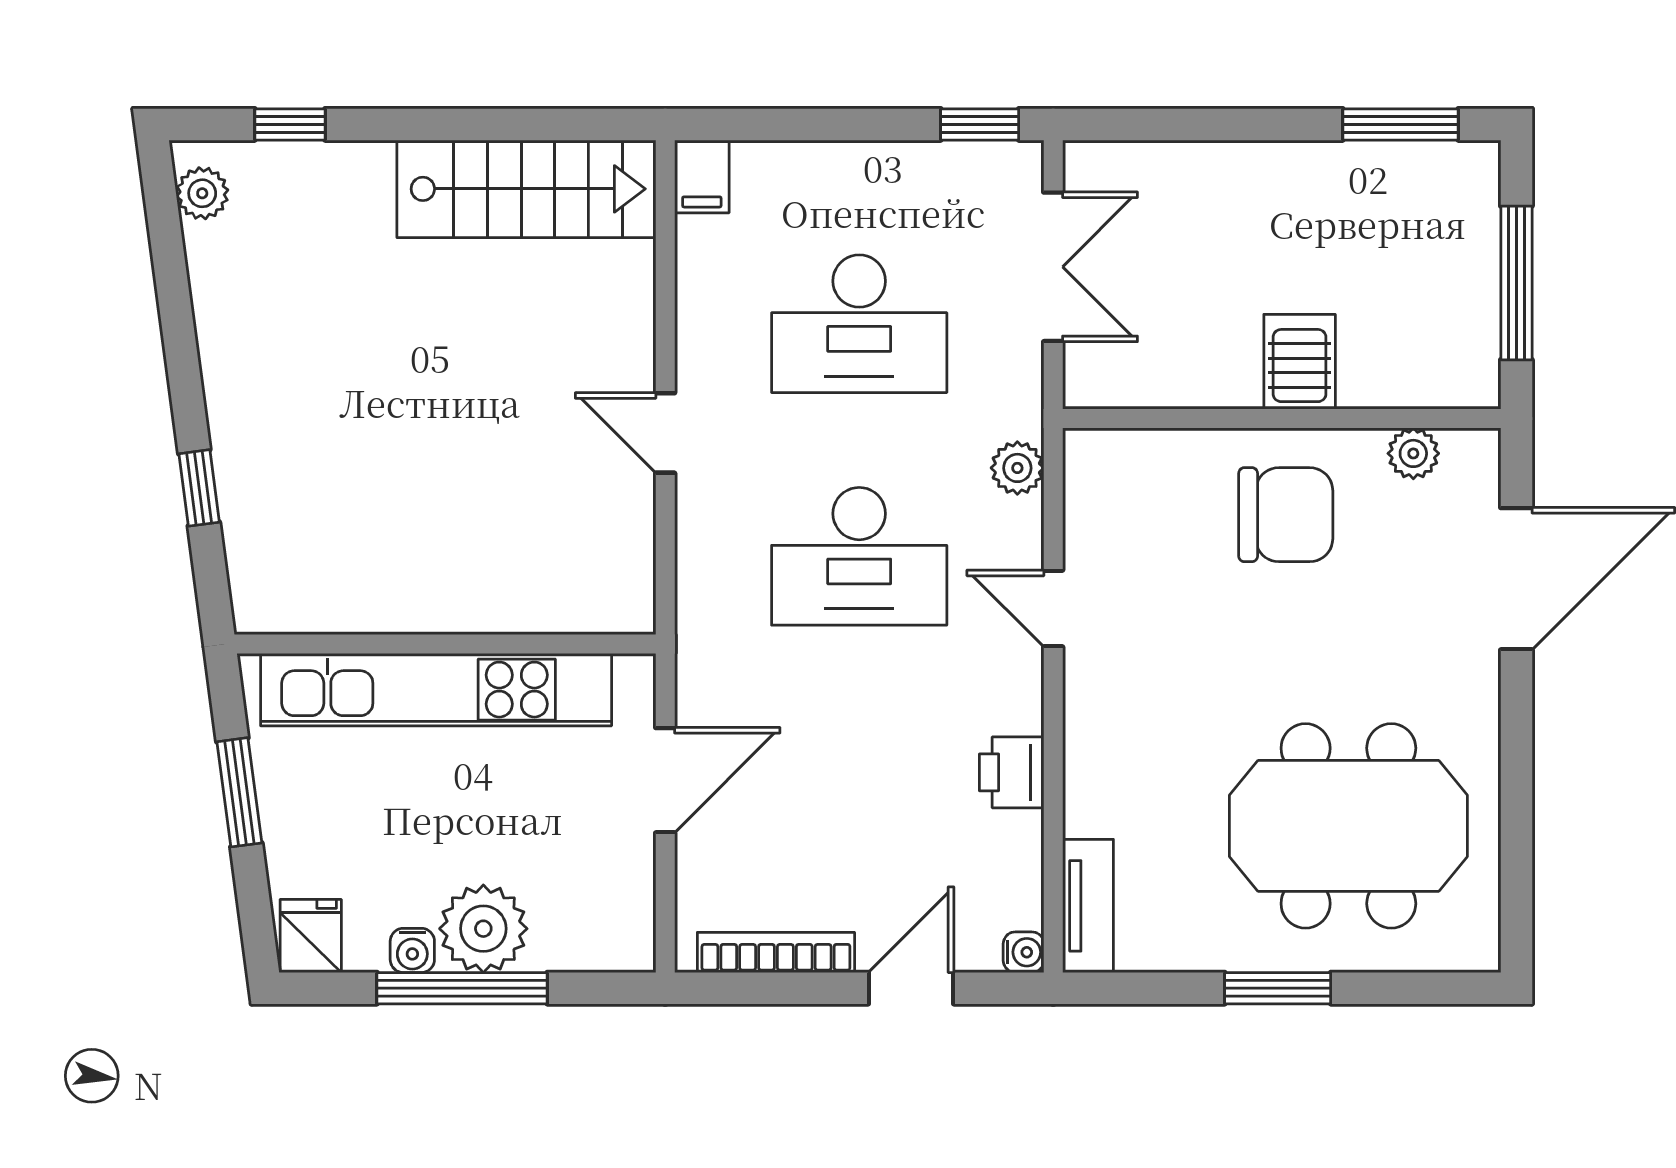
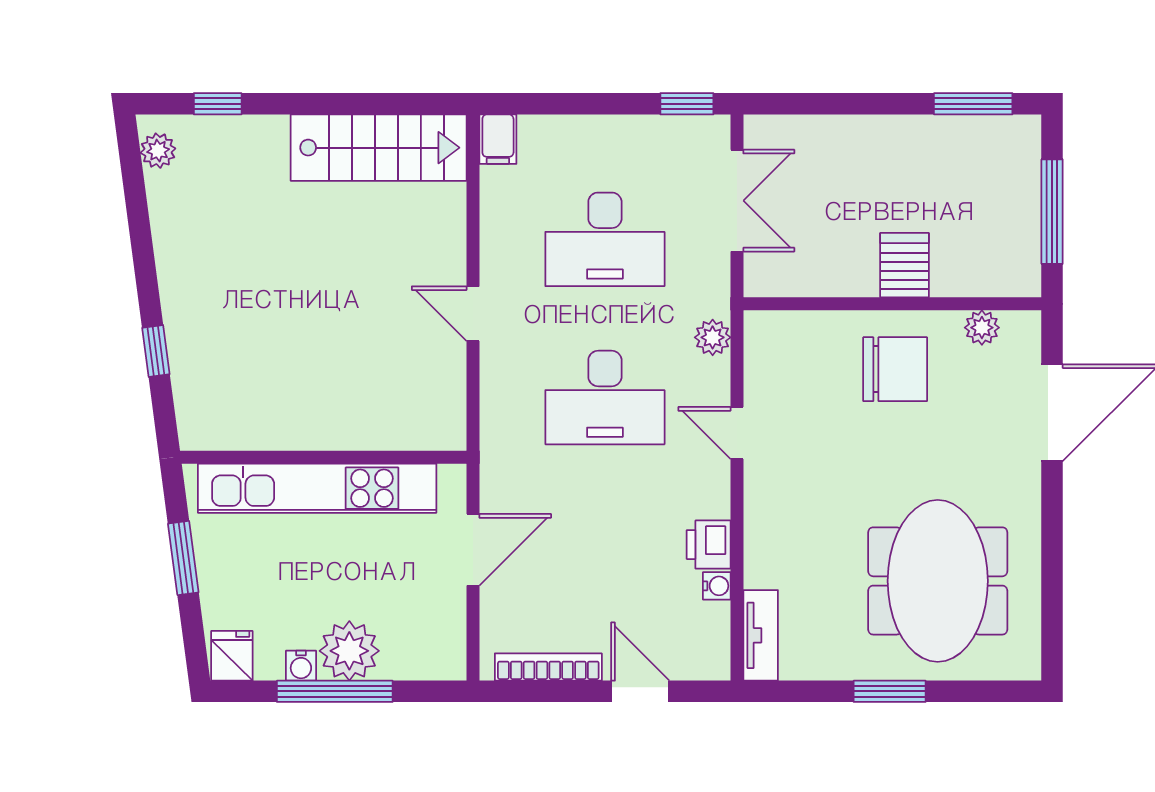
meeting table: (1348, 826) -> (938, 581), turned 90
water cooler: (1024, 952) -> (717, 586), moved
door: (911, 988) -> (640, 691), hinge flipped

